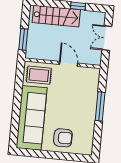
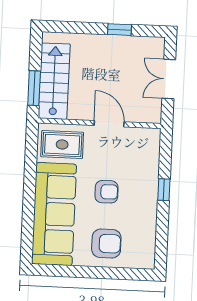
stairs: (56, 16) -> (54, 81), moved, turned -90
armchair: (65, 106) -> (107, 192), added
window: (100, 106) -> (164, 190), width x0.46

